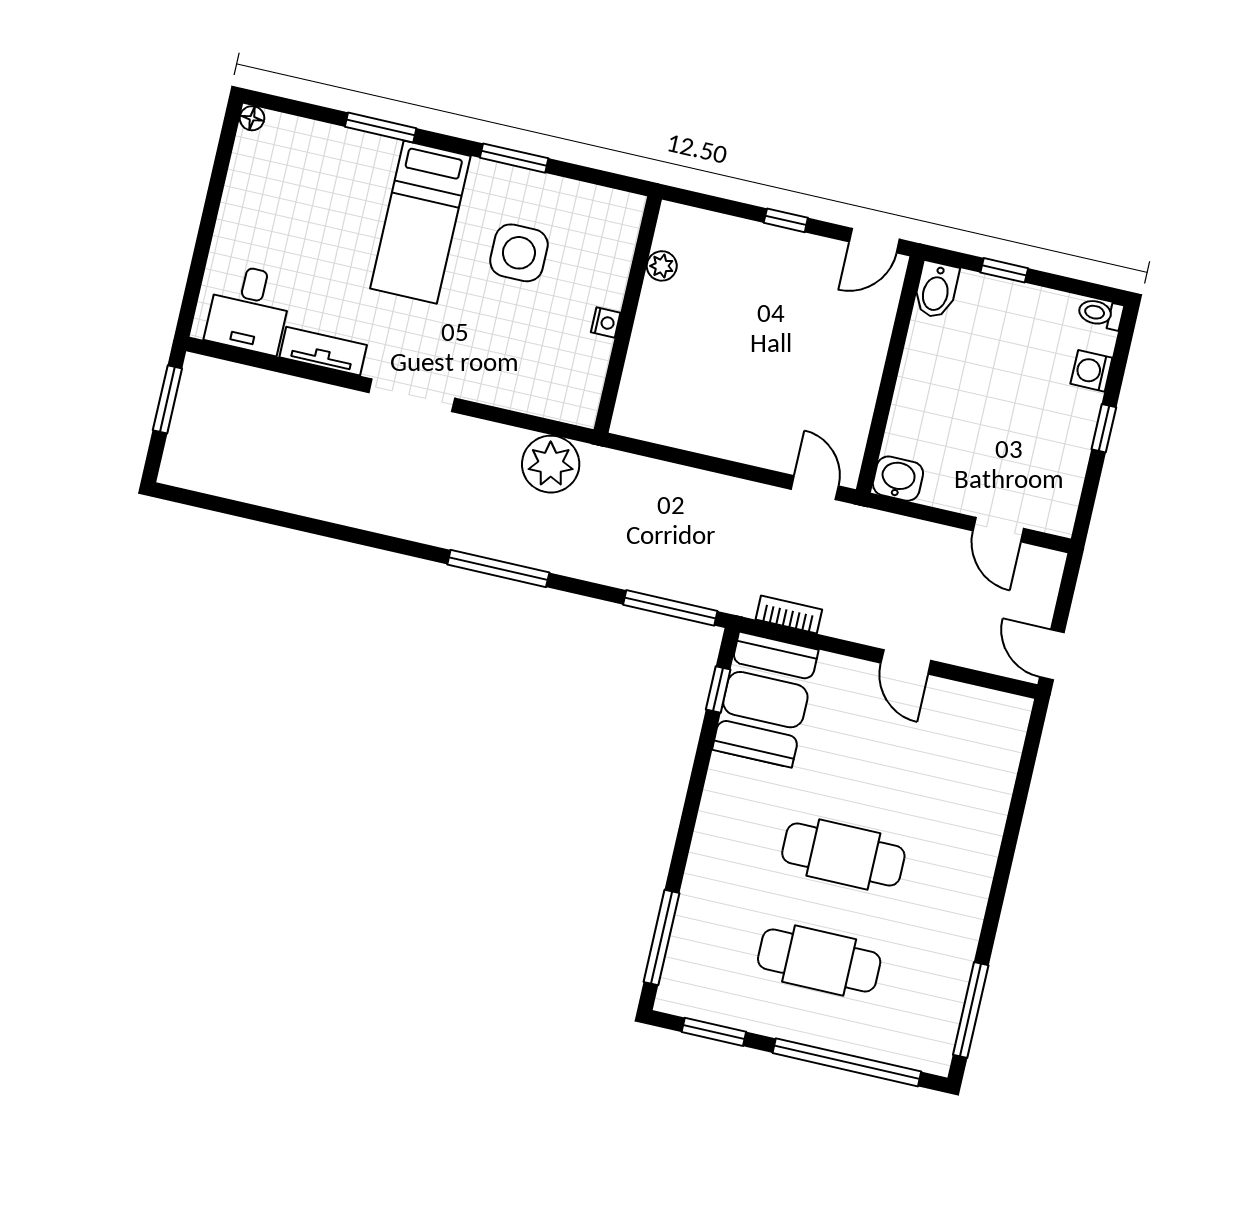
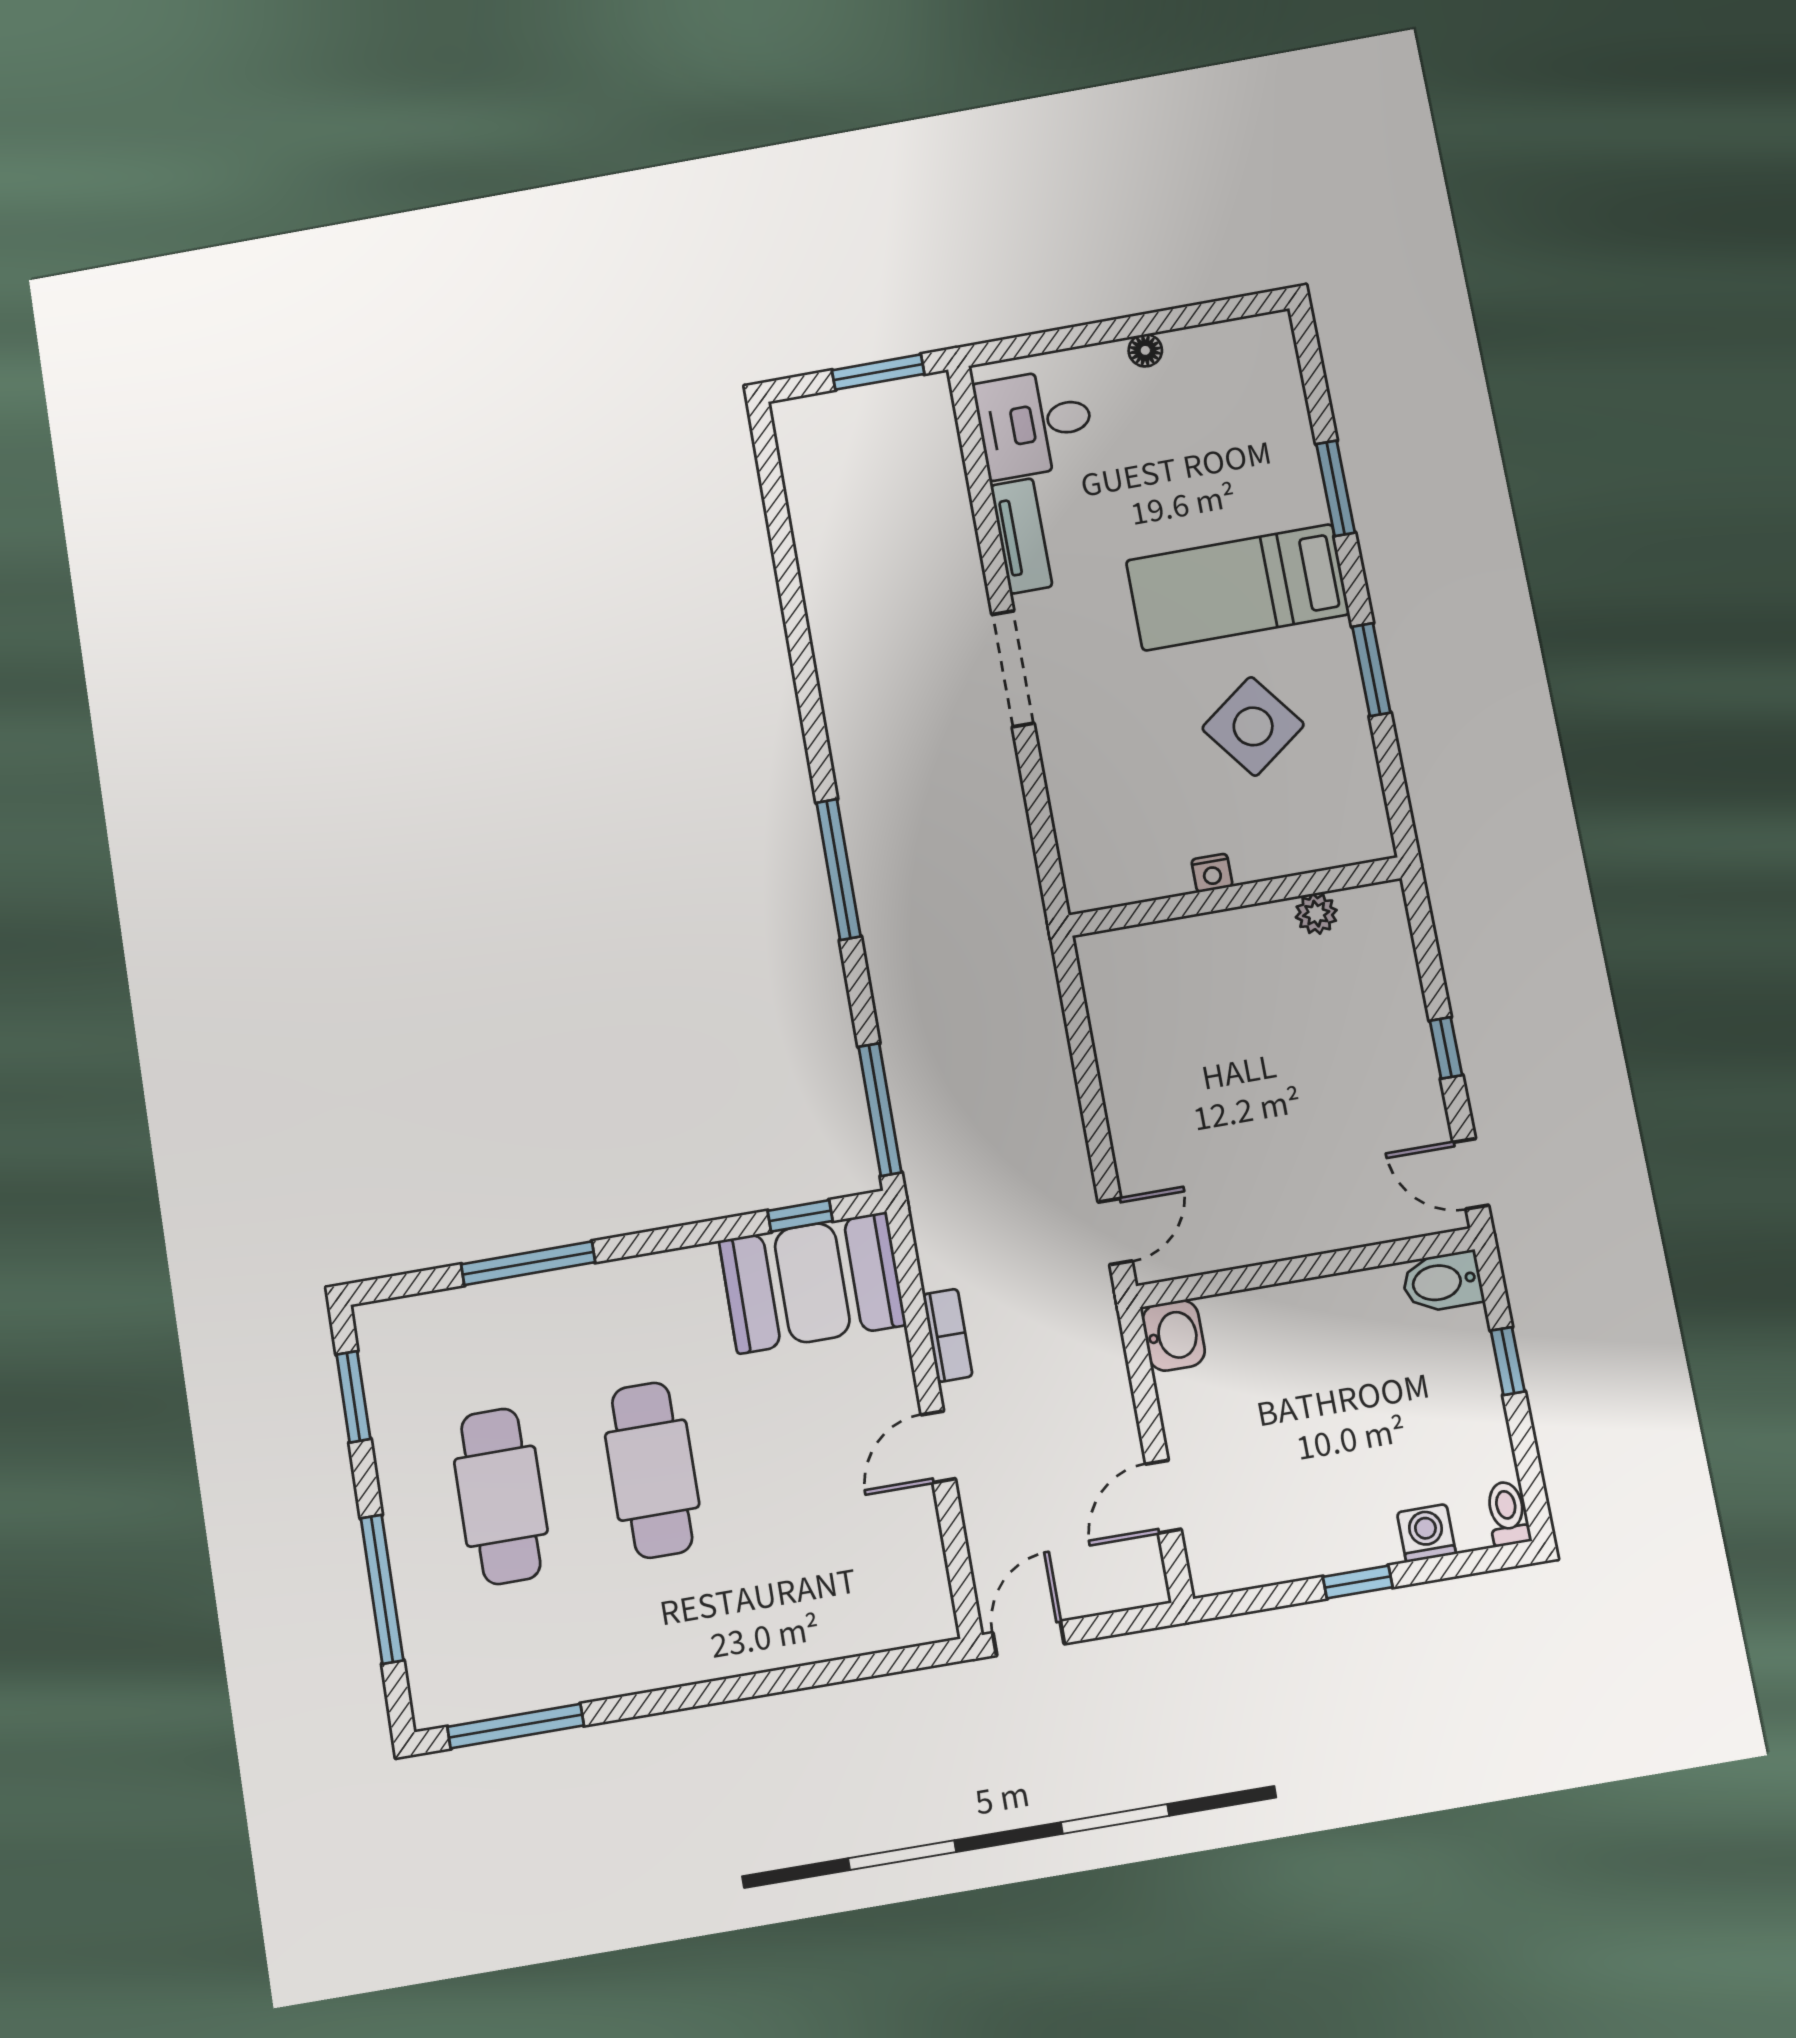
floor lamp: (252, 118) -> (1145, 350), moved
side table: (519, 253) -> (1253, 726), turned -37
plant: (551, 464) -> (1000, 880), removed
bookcase: (789, 614) -> (948, 1335), moved
window: (661, 937) -> (528, 1263), moved
window: (847, 1062) -> (382, 1589), width x0.68

